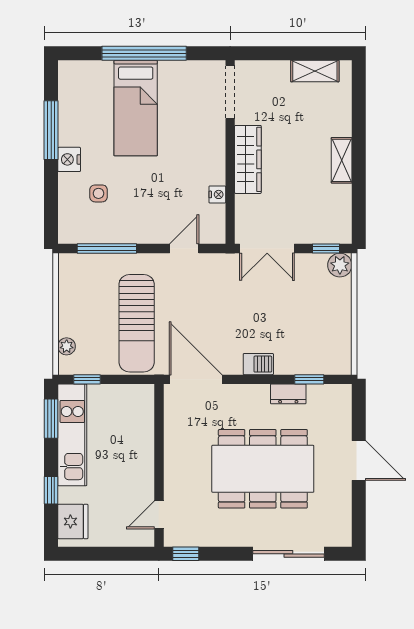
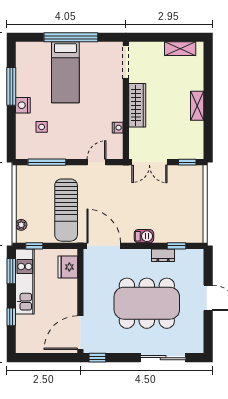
plant: (340, 265) -> (196, 173), removed
door: (159, 515) -> (80, 333), width x1.88
fridge: (73, 522) -> (68, 267), moved, turned 180

